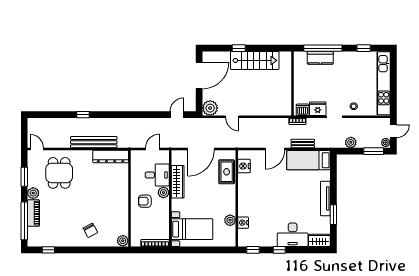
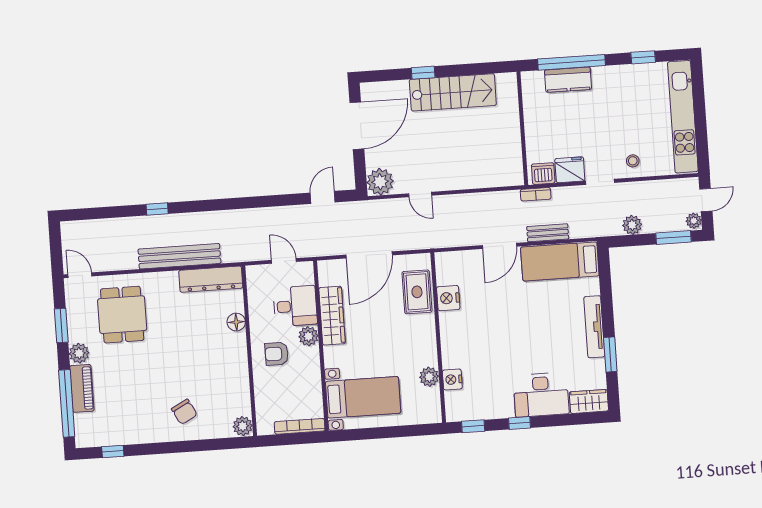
door: (153, 149) -> (284, 261), hinge flipped
nightstand: (244, 166) -> (448, 298), moved
floor lamp: (123, 182) -> (236, 322), added

